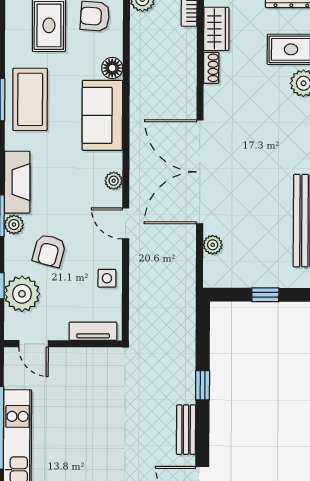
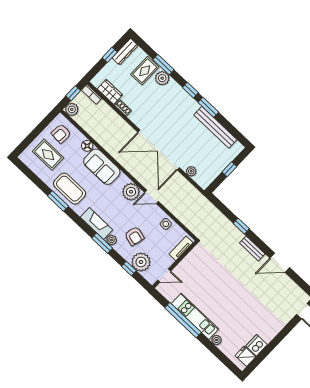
plant: (114, 181) -> (131, 192), width x1.88, depth x1.88

